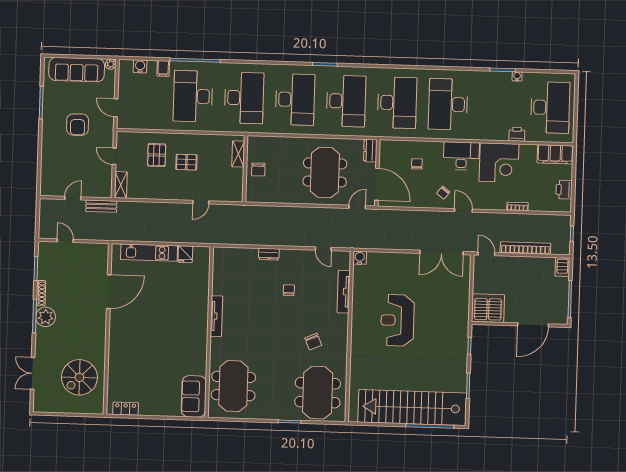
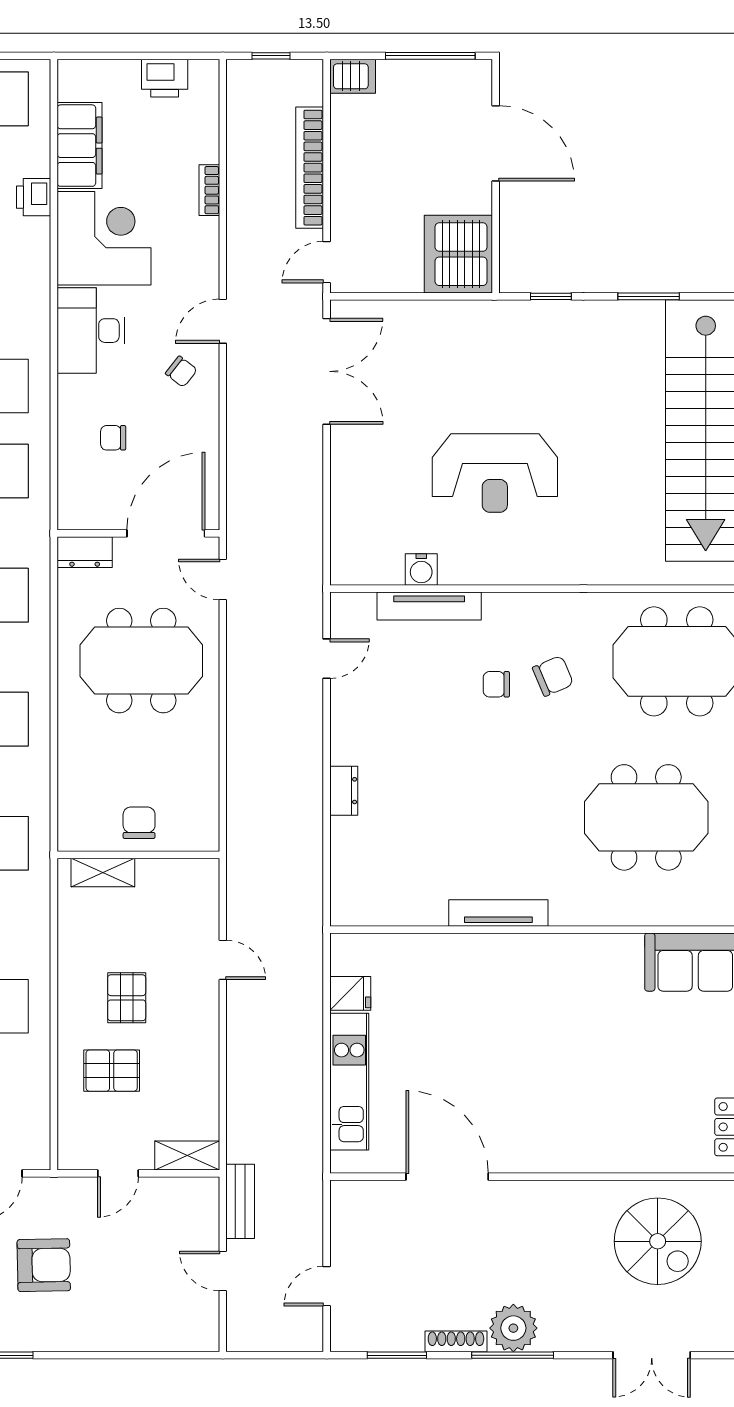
filing cabinet: (555, 154) -> (79, 146), moved
chair: (258, 169) -> (139, 823), turned -90
water cooler: (360, 258) -> (421, 569), moved, turned -90
chair: (289, 290) -> (496, 684), moved
meeting table: (233, 386) -> (646, 817), moved

